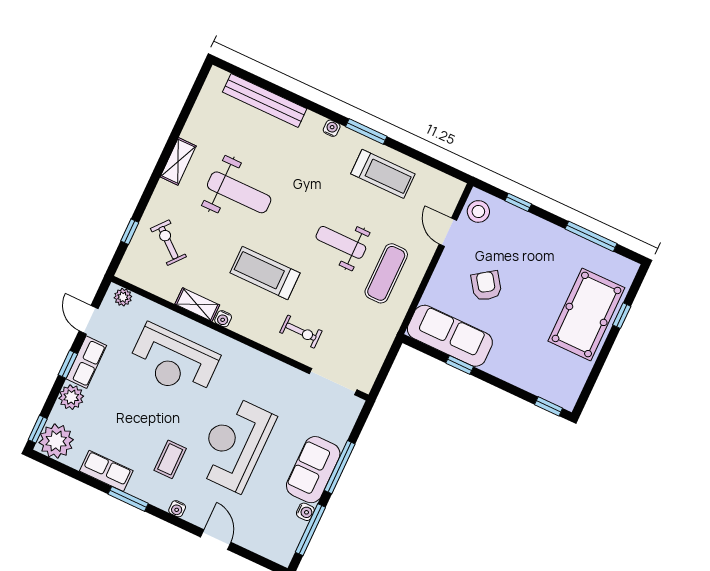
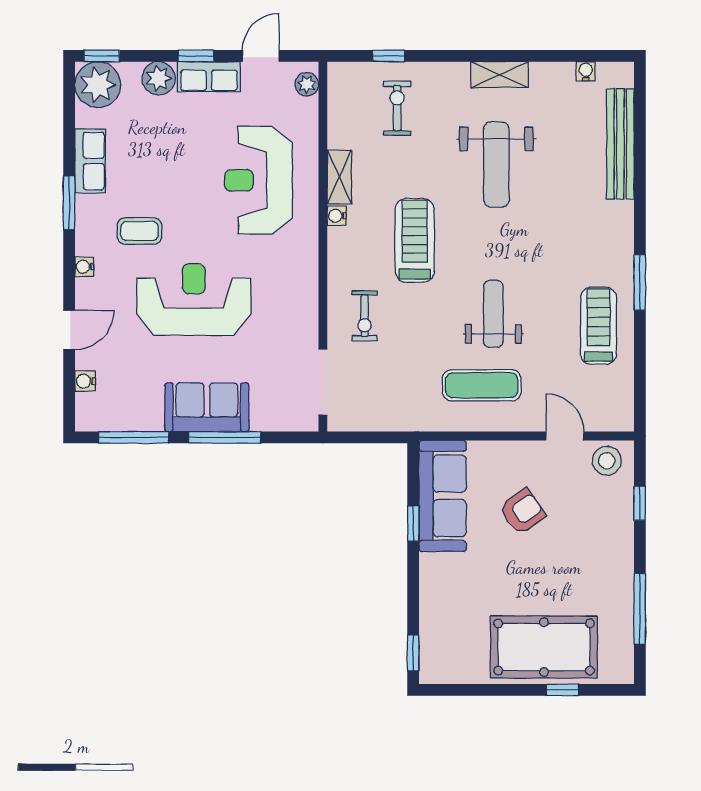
water cooler: (332, 128) -> (586, 71), moved, turned -90
treadmill: (383, 174) -> (599, 326), turned 180
door: (448, 232) -> (565, 436), hinge flipped
exercise bike: (168, 243) -> (397, 108), turned -40
water cooler: (305, 512) -> (85, 381), moved, turned 90

